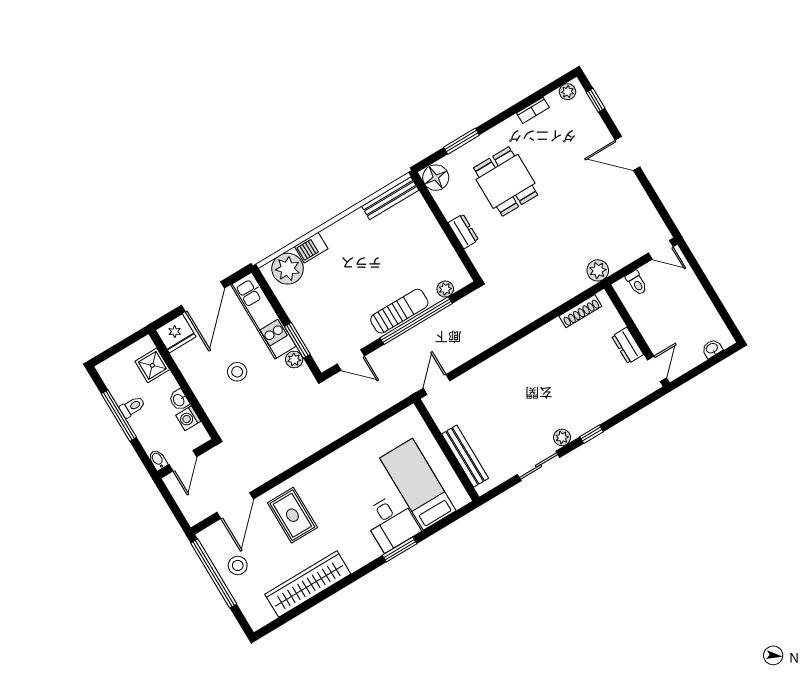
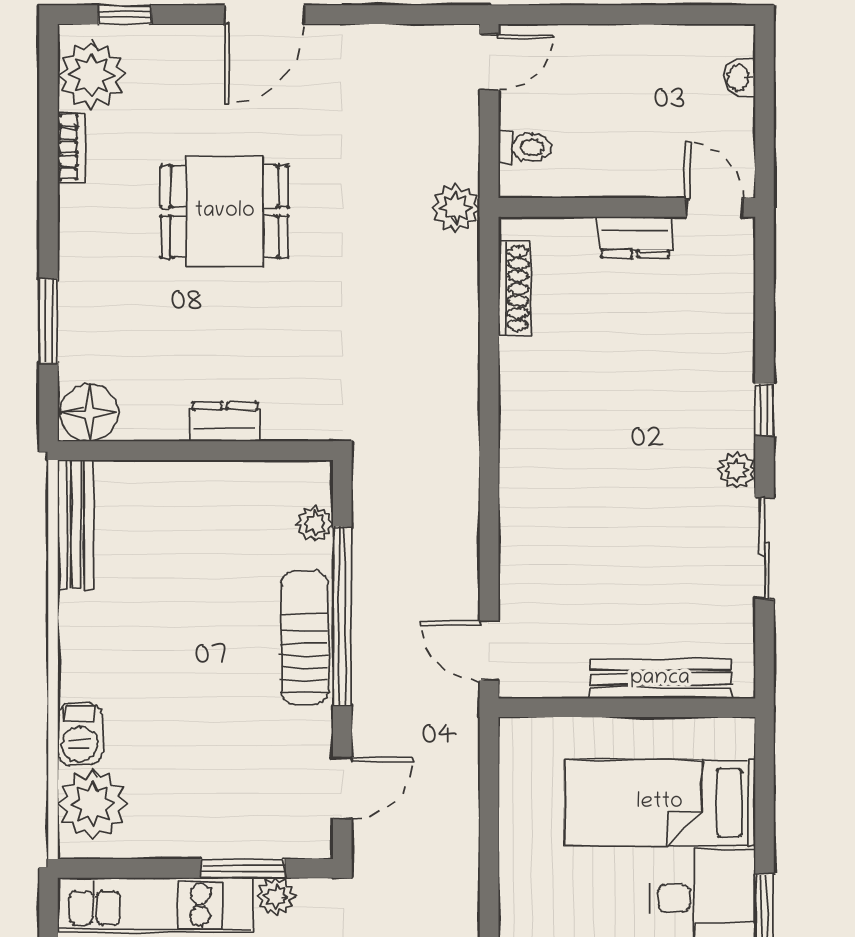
plant: (567, 92) -> (92, 75), width x1.87, depth x1.87
dining table: (506, 181) -> (225, 212), moved

